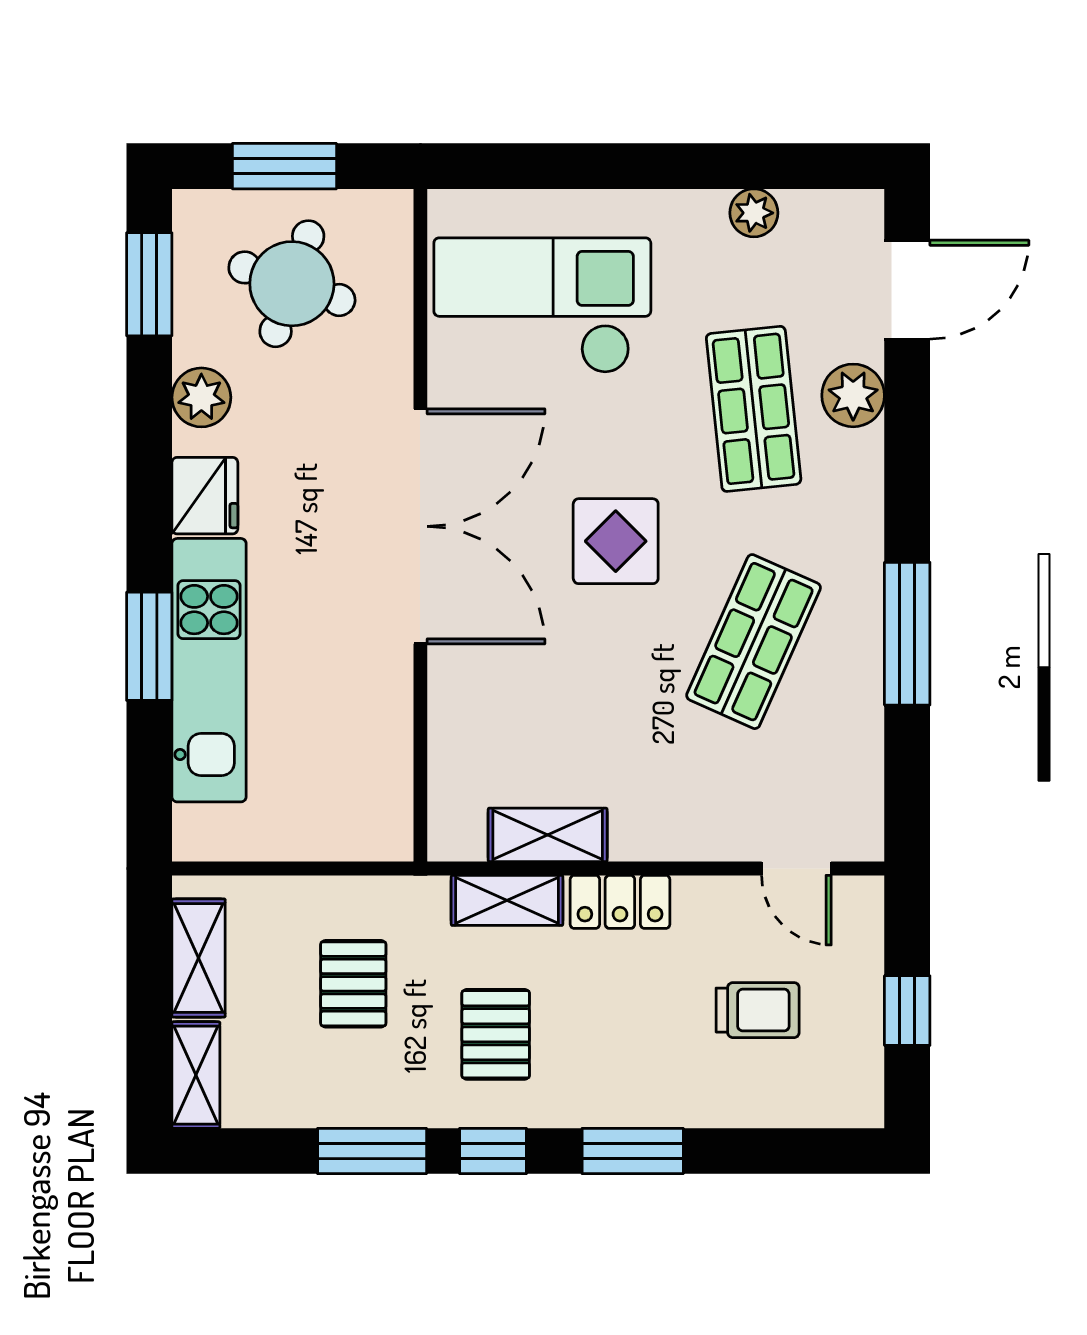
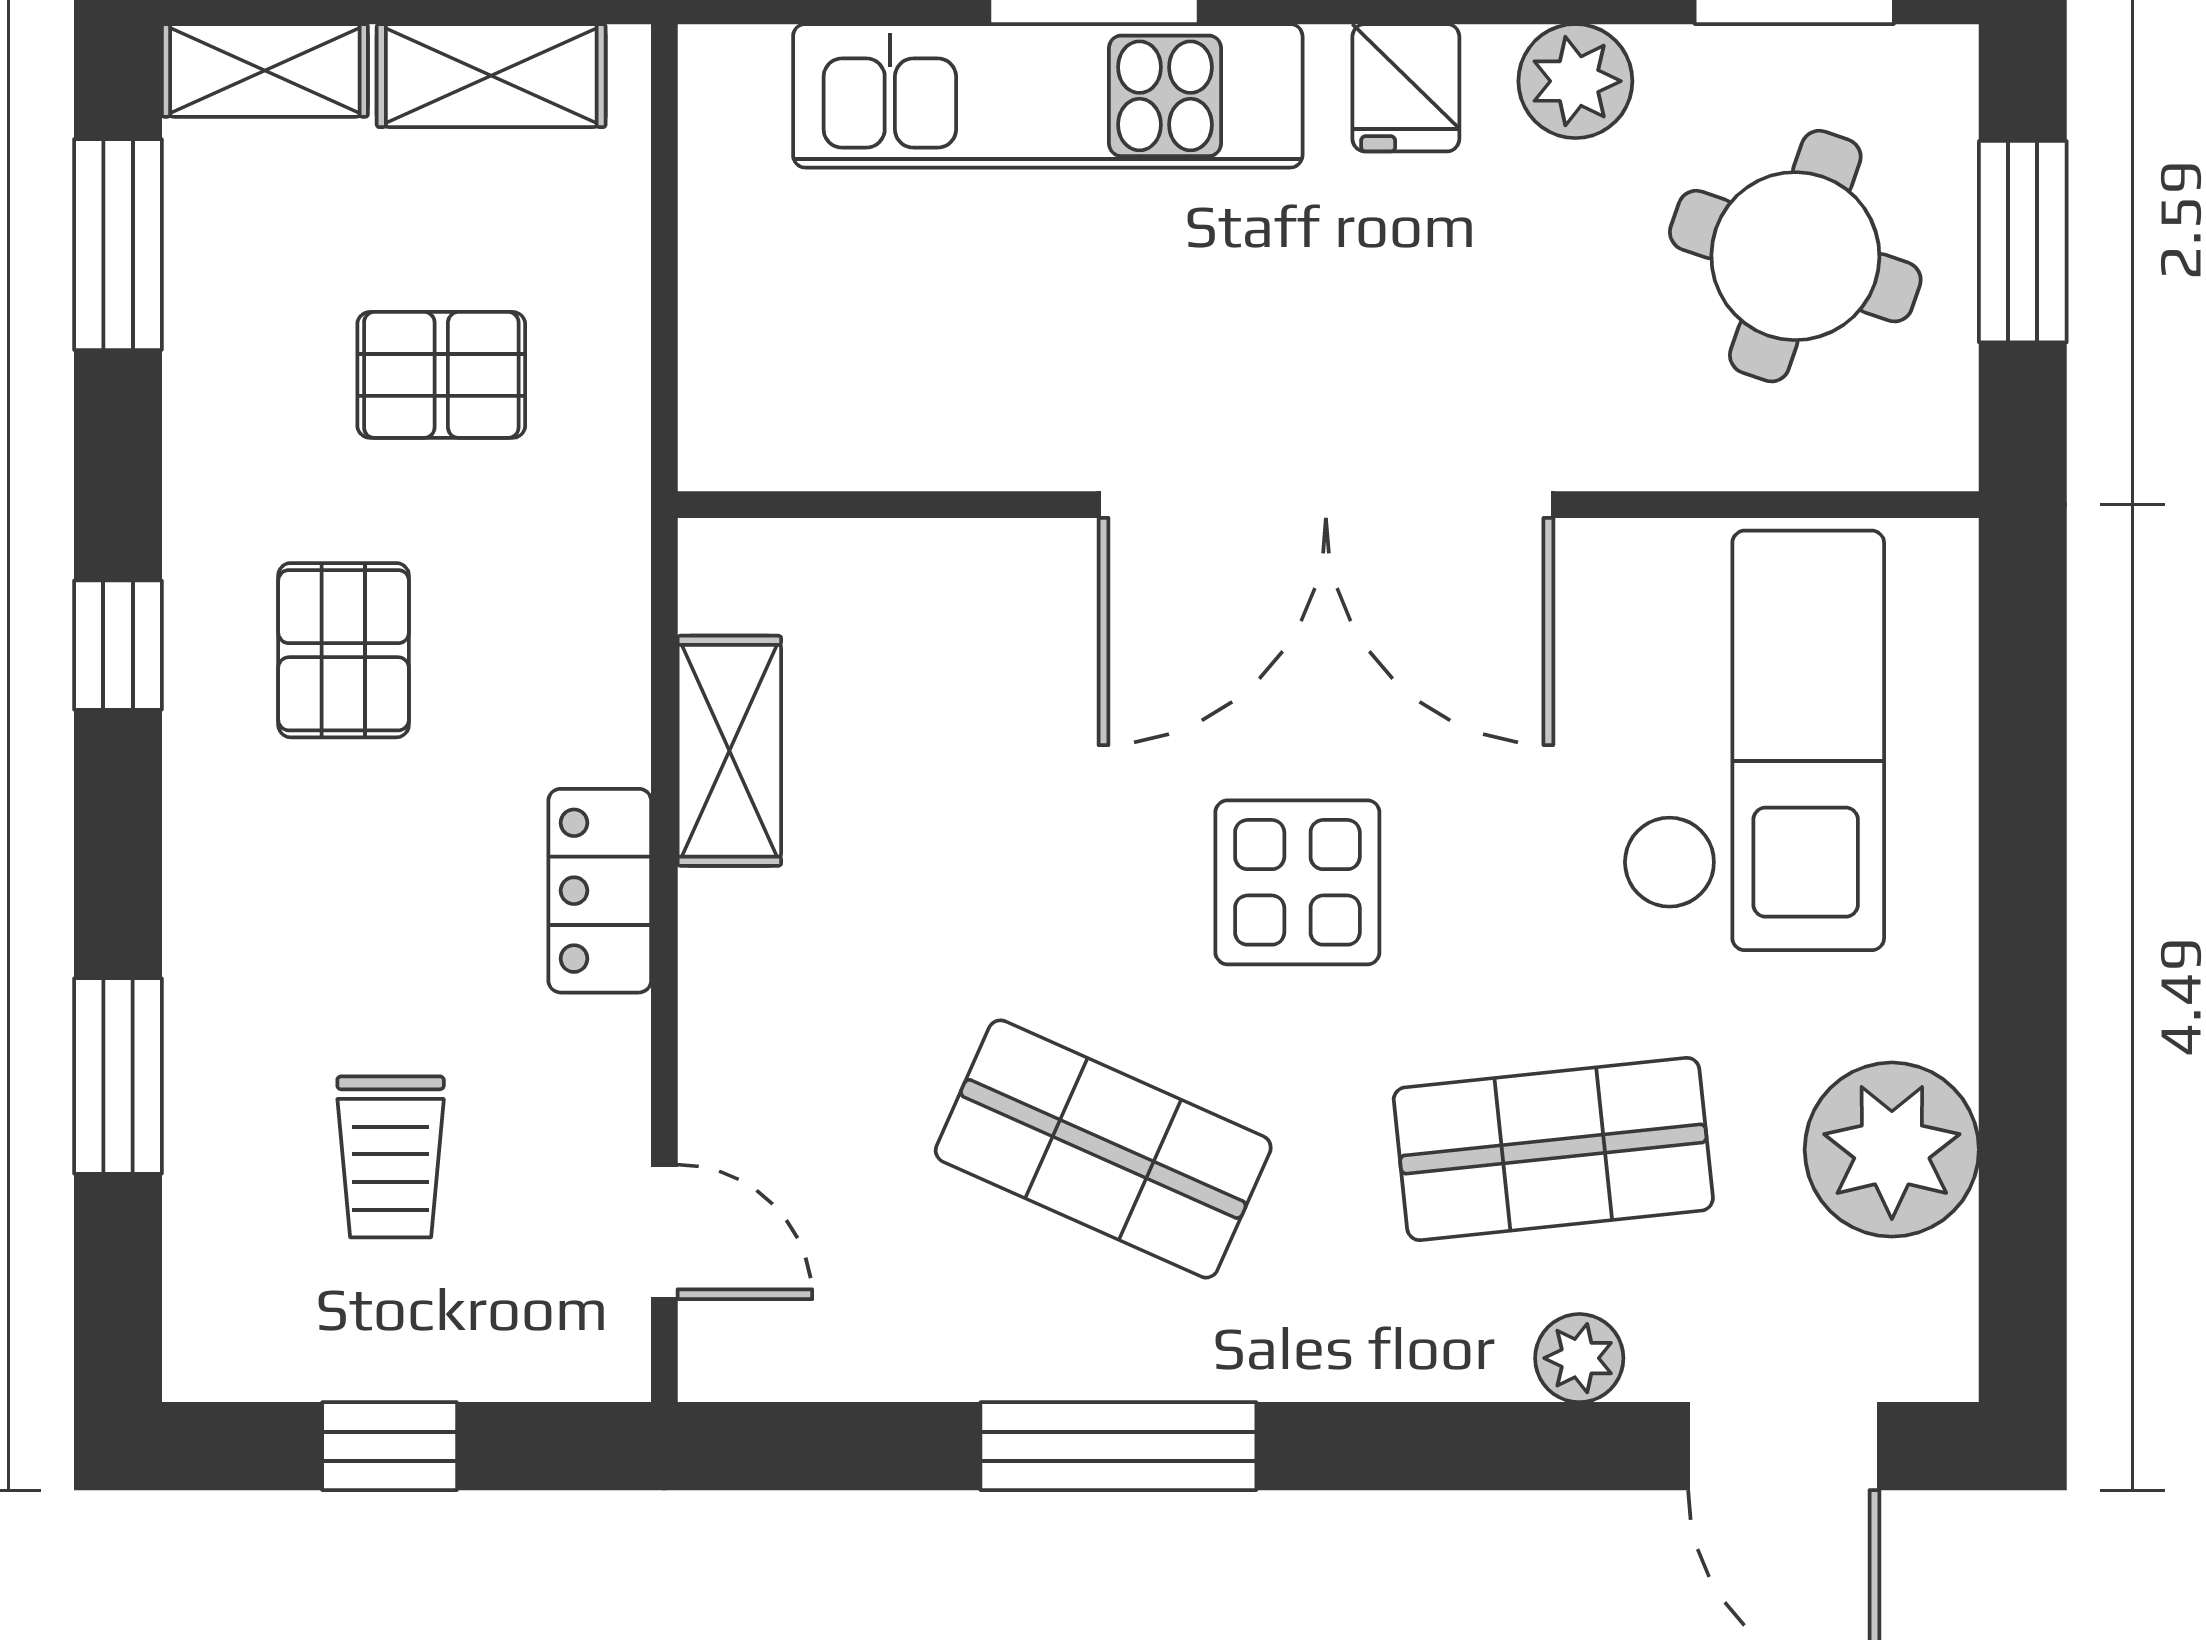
plant: (754, 213) -> (1892, 1150), width x1.88, depth x1.88
plant: (853, 395) -> (1579, 1358), width x0.73, depth x0.73
fridge: (205, 496) -> (1406, 88), width x0.72
door: (796, 868) -> (664, 1232), swing flipped
shelving: (507, 900) -> (603, 672), removed
pallet: (496, 1034) -> (344, 650), turned 90
window: (372, 1151) -> (118, 245), moved
window: (633, 1151) -> (118, 1076), moved

